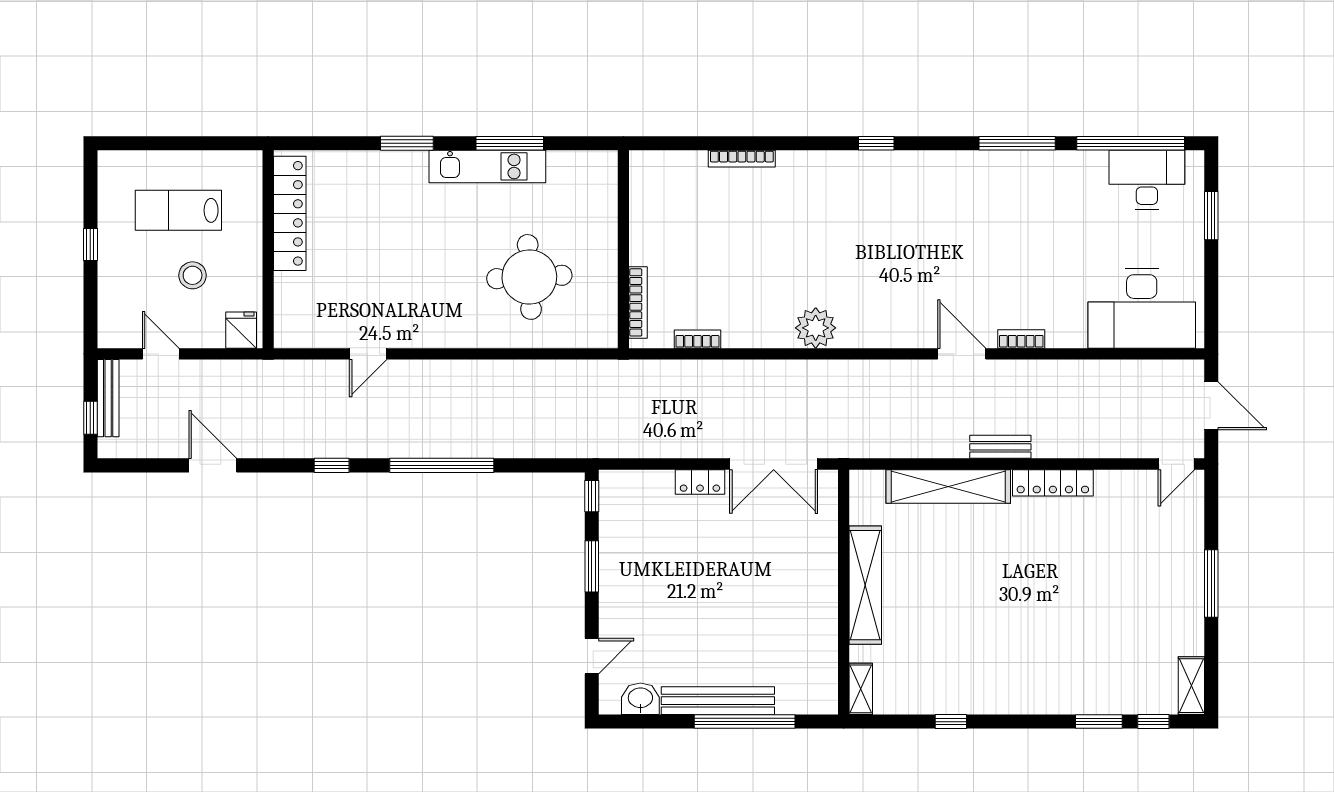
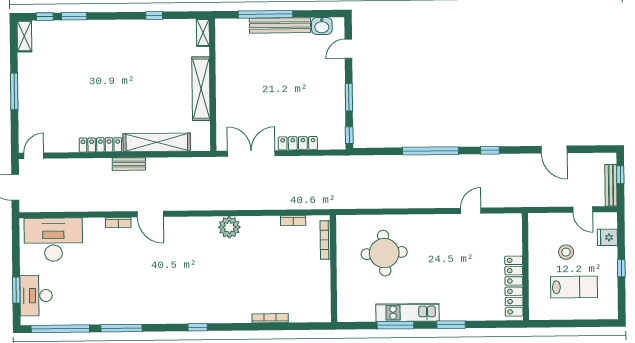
desk: (1147, 180) -> (36, 296), moved, turned 90
fridge: (241, 330) -> (607, 237), moved, turned 90
locker: (700, 482) -> (298, 143), width x1.53

